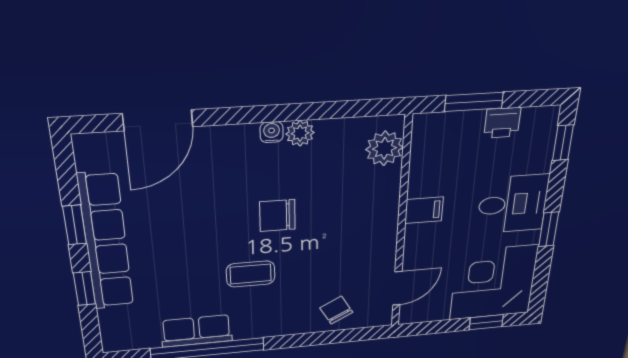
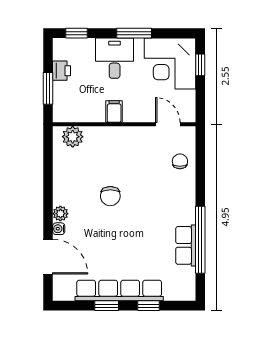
water cooler: (272, 132) -> (59, 229), moved
plant: (300, 133) -> (60, 214), moved
window: (549, 229) -> (134, 33), width x1.50
coffee table: (251, 274) -> (148, 212), removed
chair: (336, 310) -> (180, 161), turned 119

